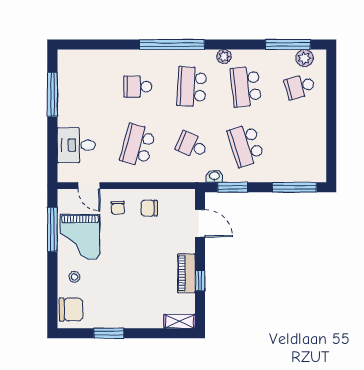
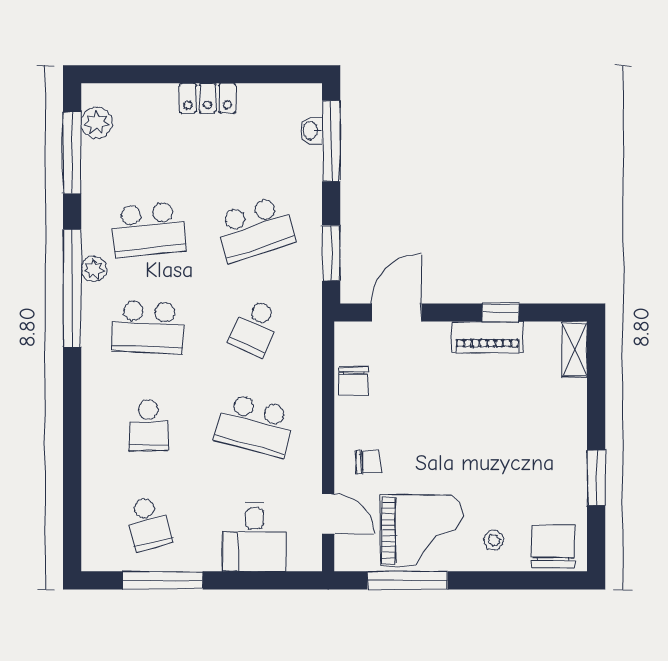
window: (172, 45) -> (72, 288), moved
school desk: (300, 87) -> (148, 523), moved
locker: (318, 119) -> (208, 98), added
washbasin: (214, 176) -> (311, 130), moved
door: (89, 186) -> (328, 514), hinge flipped
chair: (149, 208) -> (353, 381), moved

